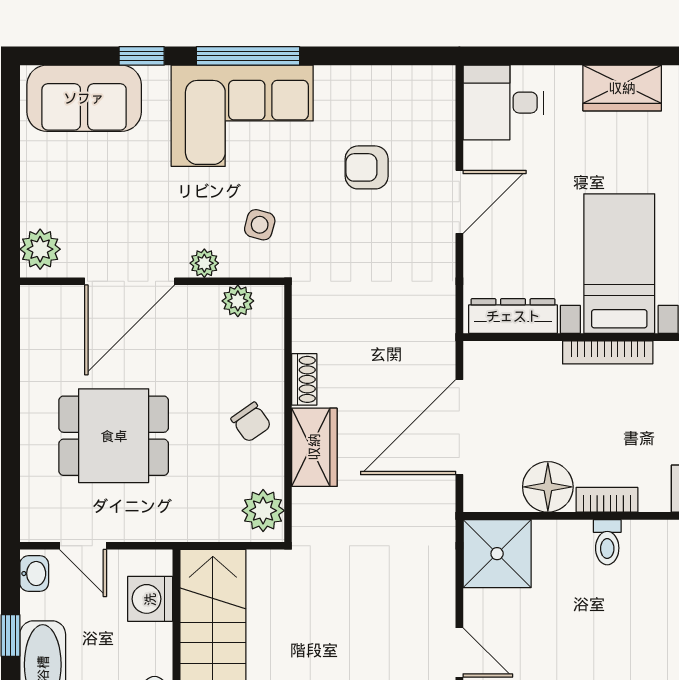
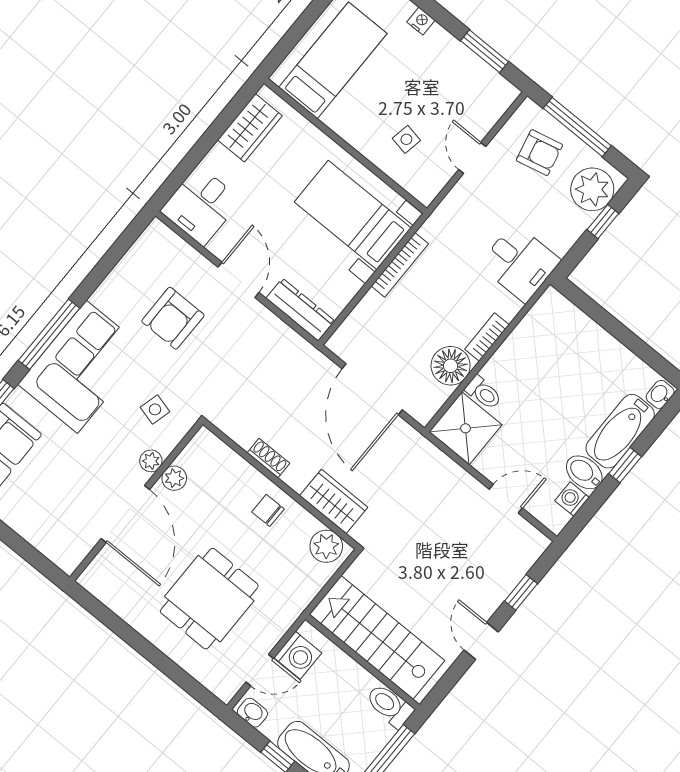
armchair: (367, 167) -> (173, 318), width x1.38, depth x1.38
plant: (40, 249) -> (63, 552), removed
plant: (238, 301) -> (174, 478), moved
dresser: (513, 316) -> (300, 310), moved, turned 90
chair: (251, 422) -> (268, 510), turned -145
wardrobe: (314, 447) -> (334, 501), moved
toilet: (607, 542) -> (483, 393), moved
washing machine: (150, 599) -> (298, 655), moved, turned -90

